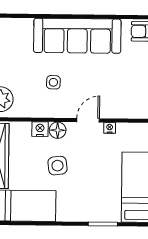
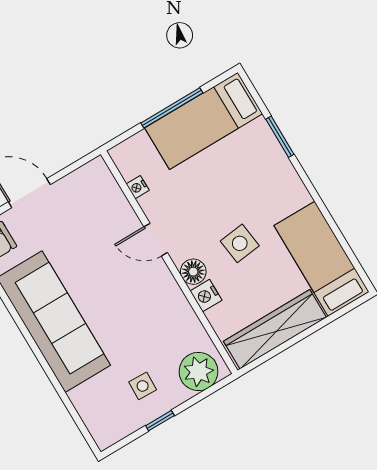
side table: (53, 82) -> (143, 386), moved
nightstand: (110, 128) -> (138, 187), moved

